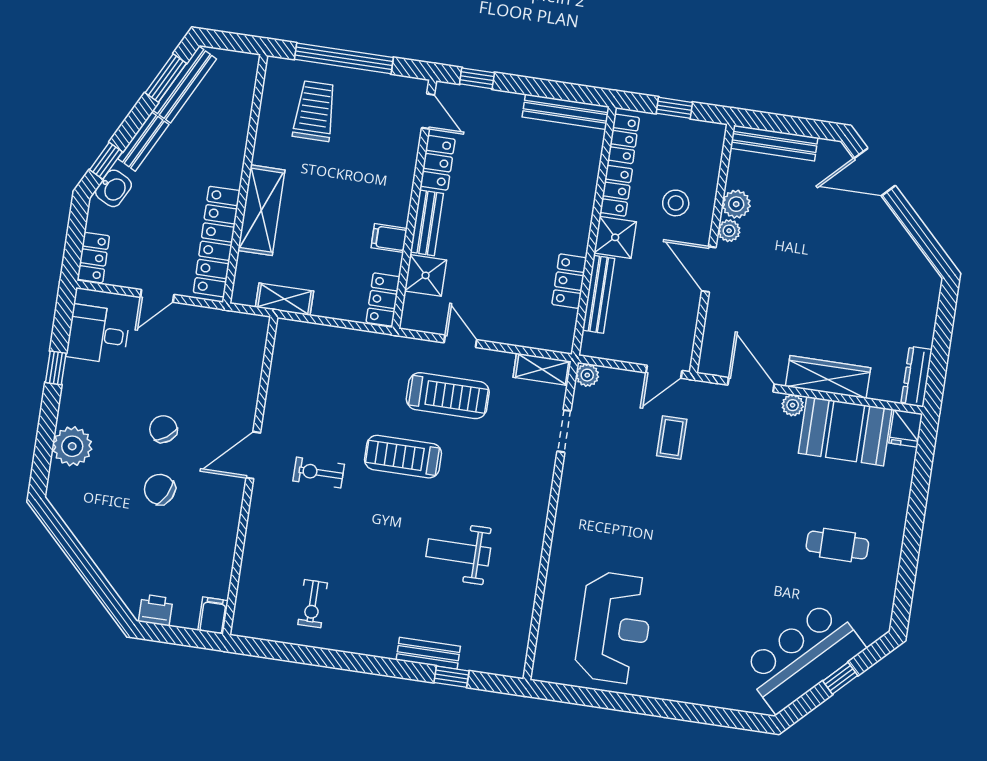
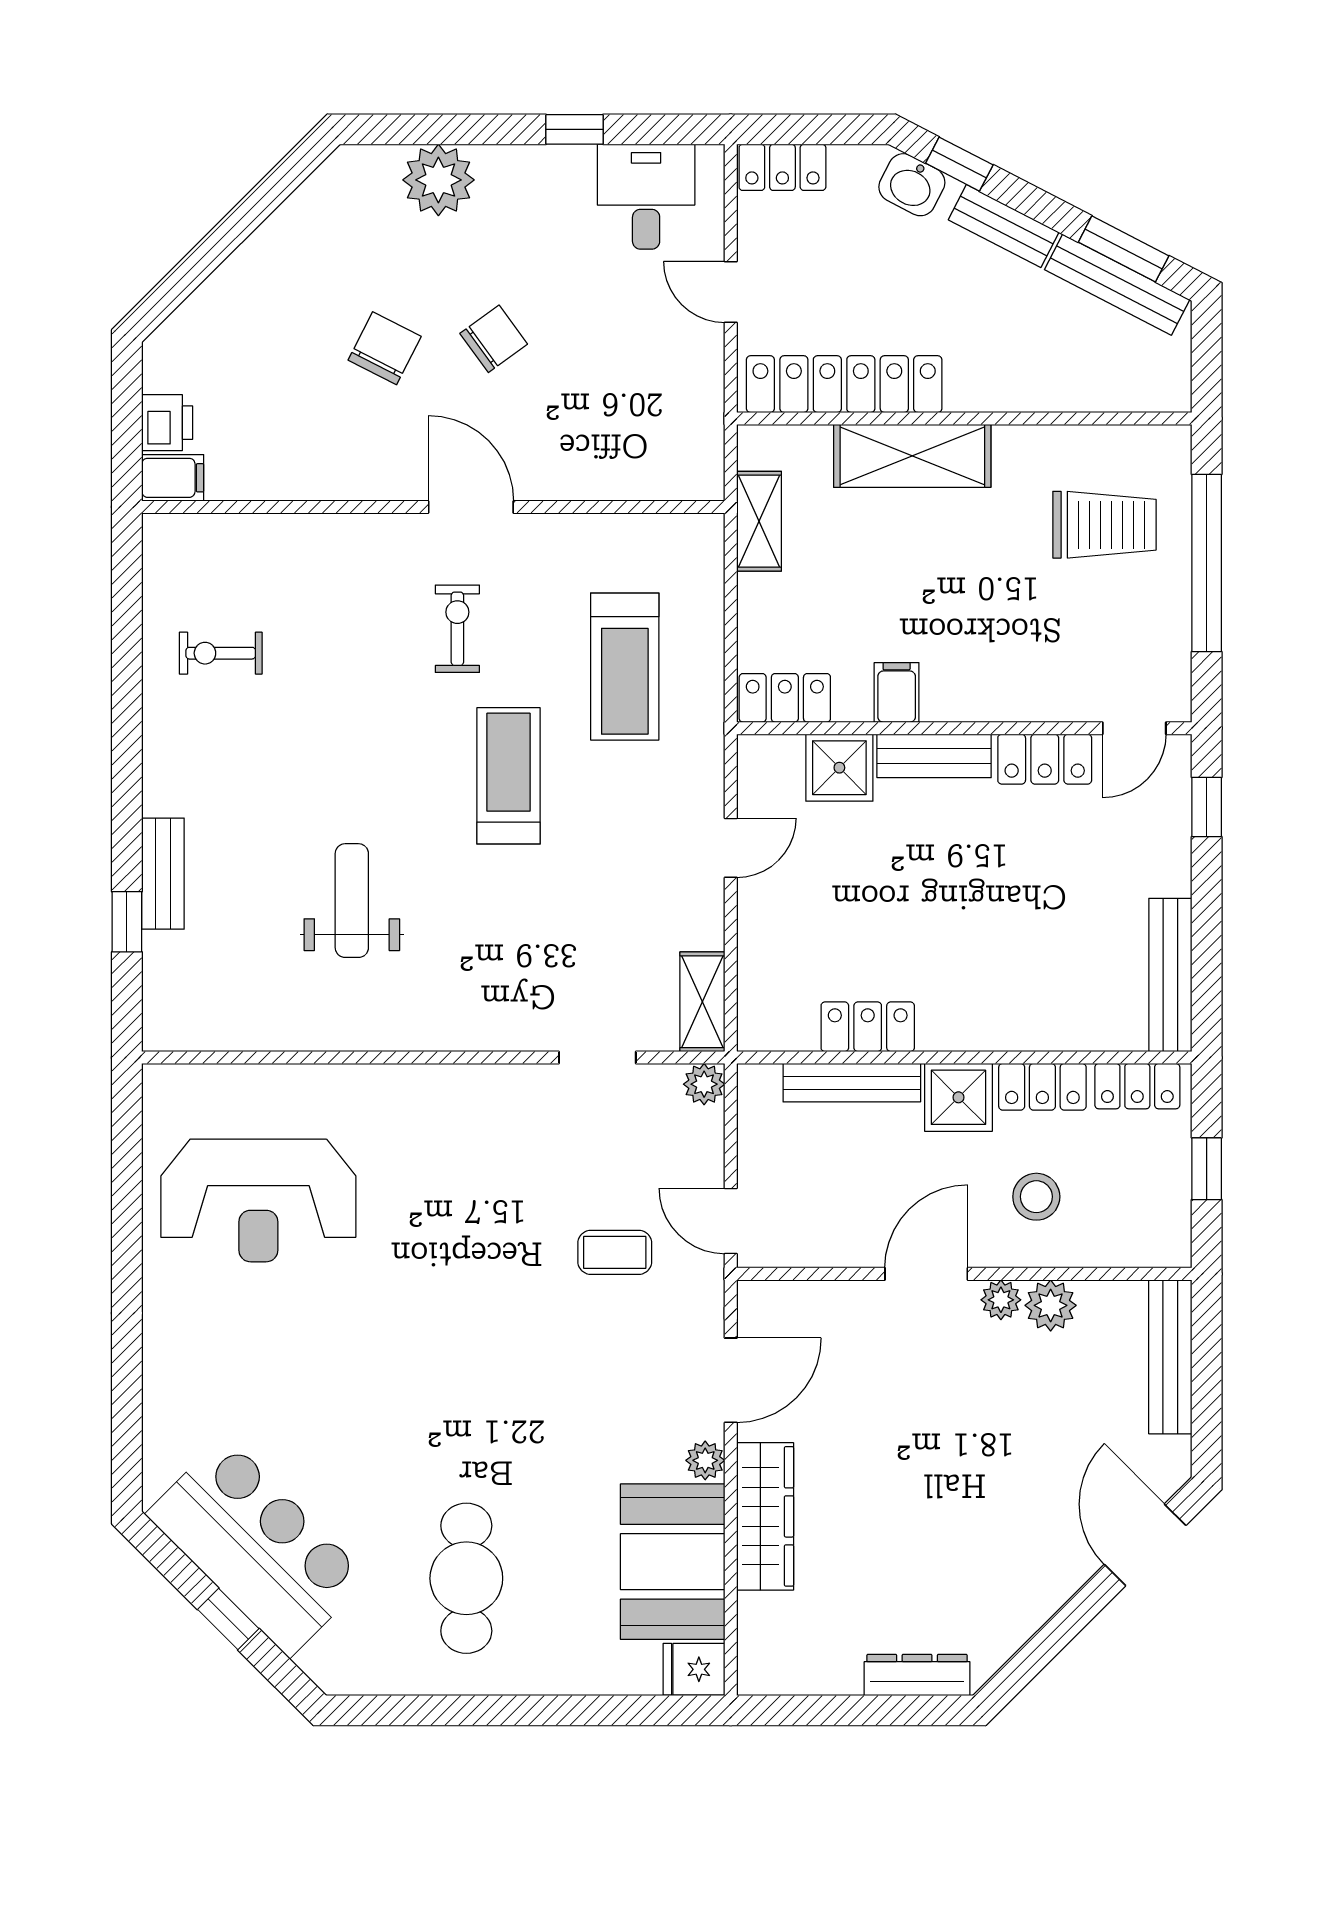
dresser: (917, 377) -> (917, 1675), moved
treadmill: (448, 396) -> (625, 667), moved
cafe table: (837, 545) -> (466, 1578), width x1.37, depth x1.35
printer: (156, 610) -> (167, 423), moved

